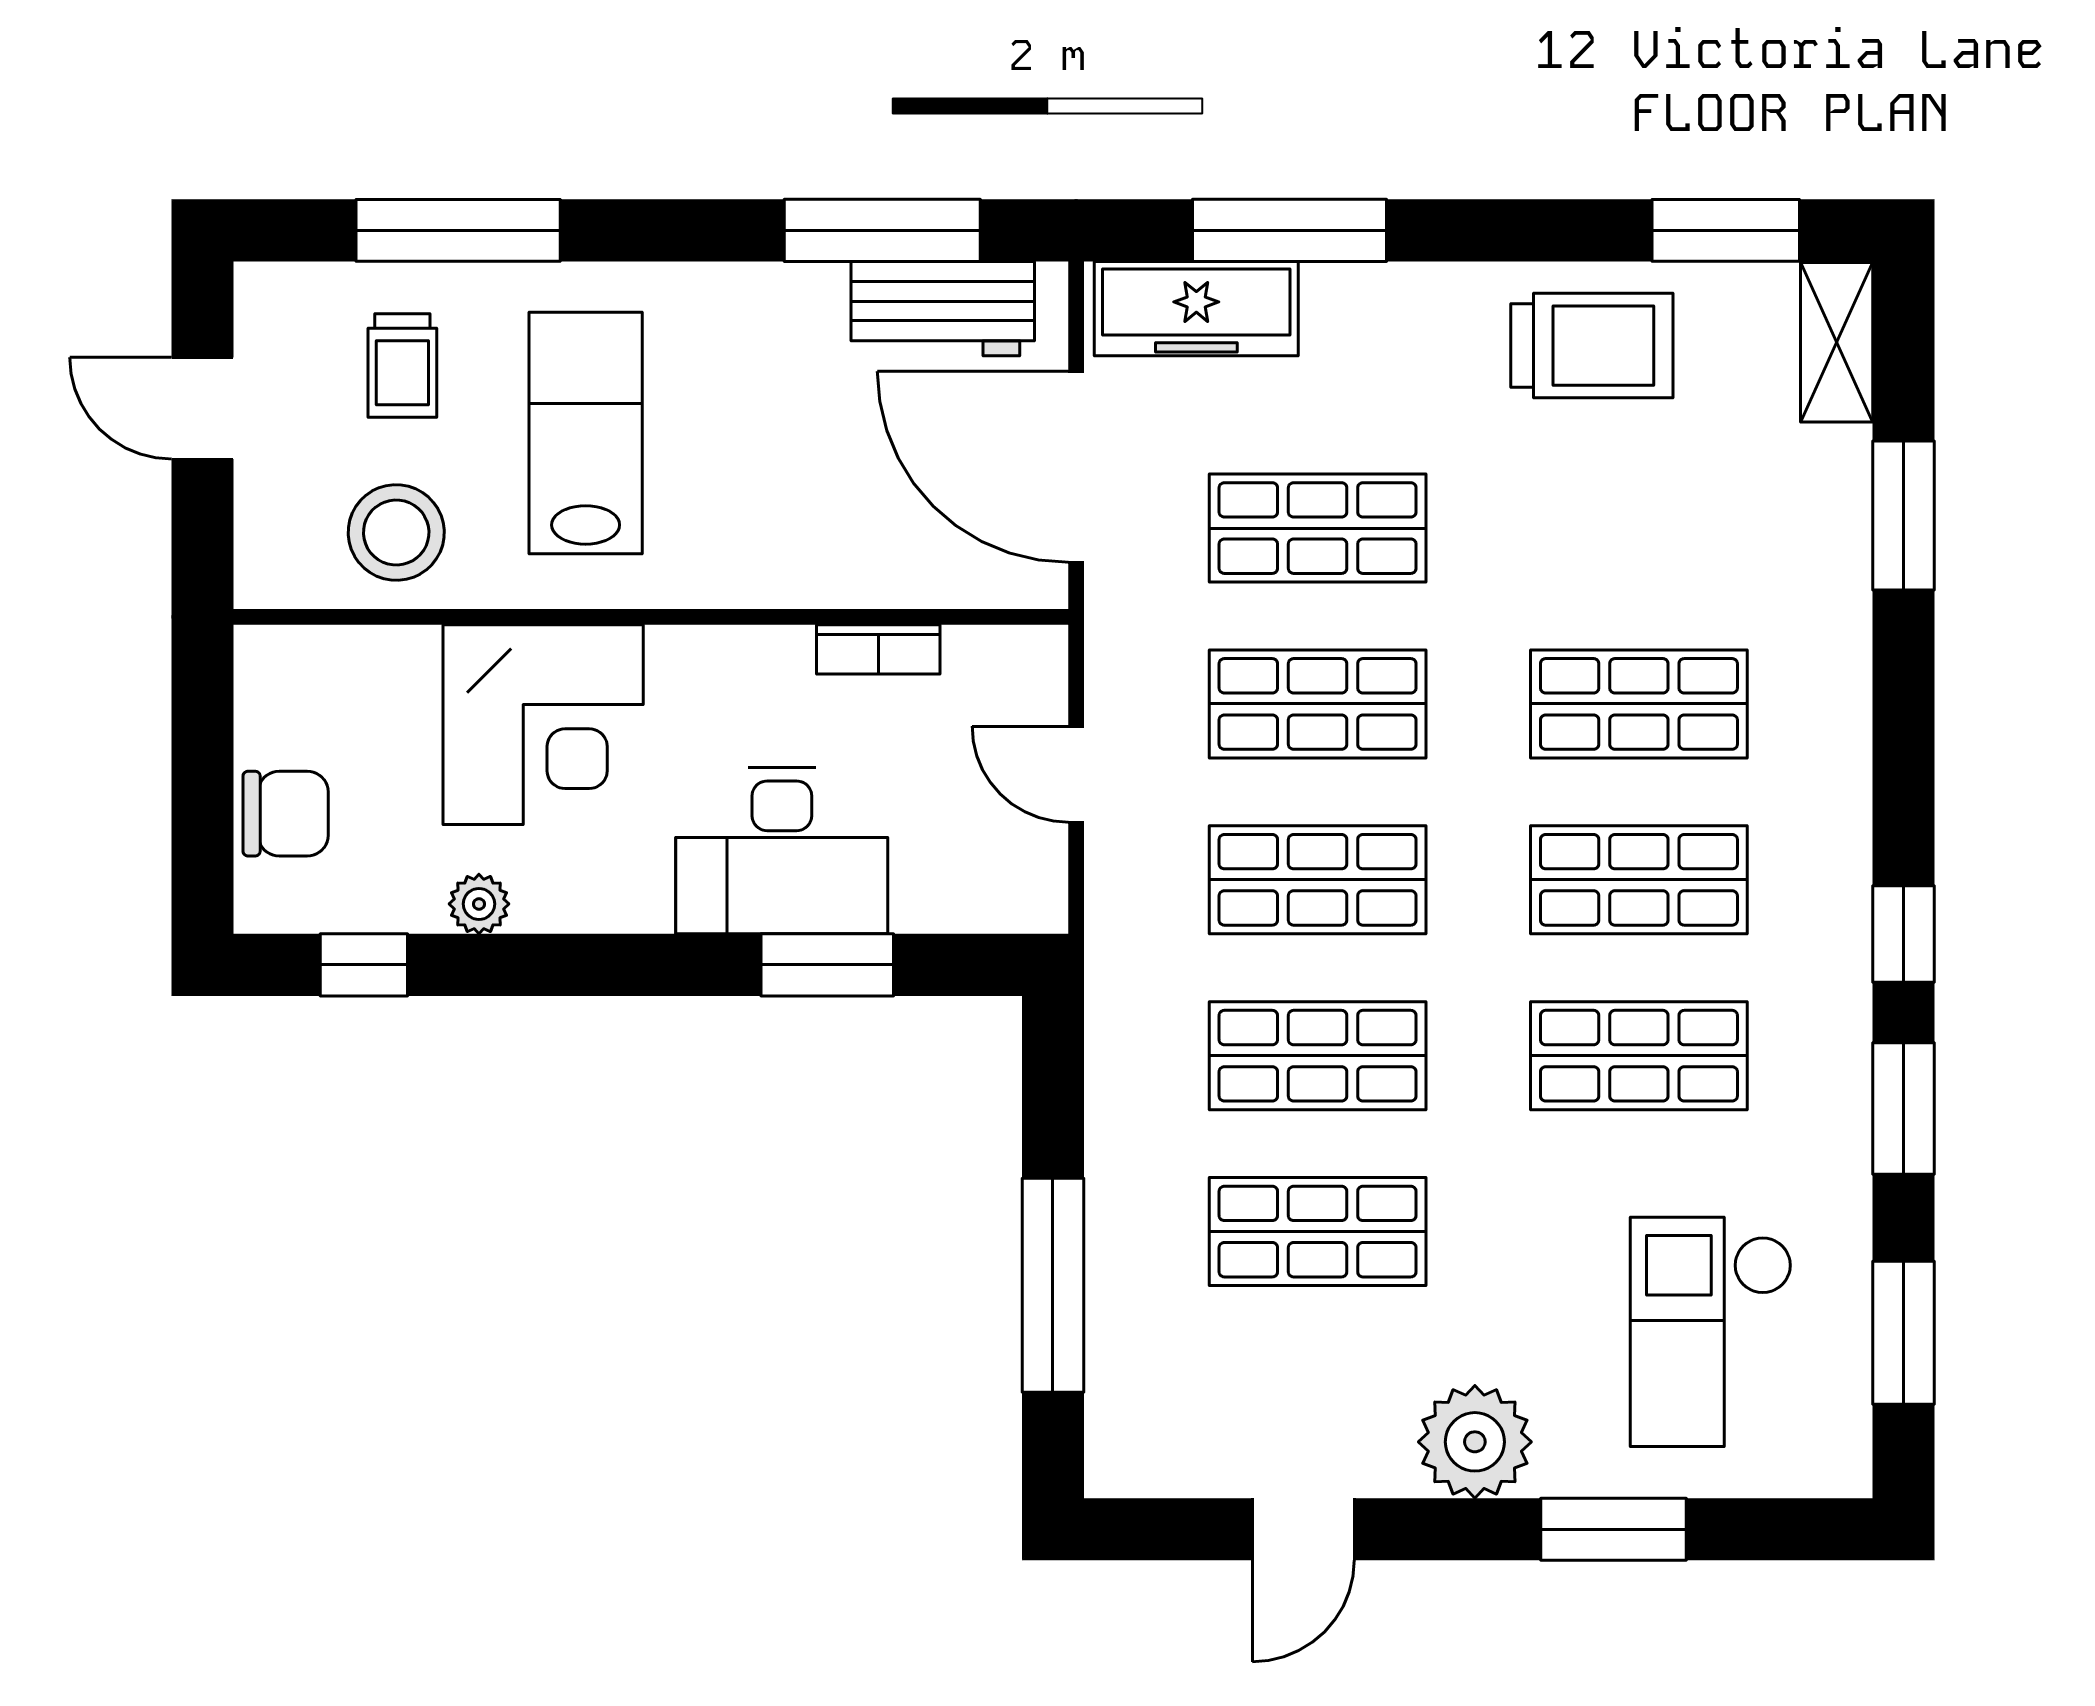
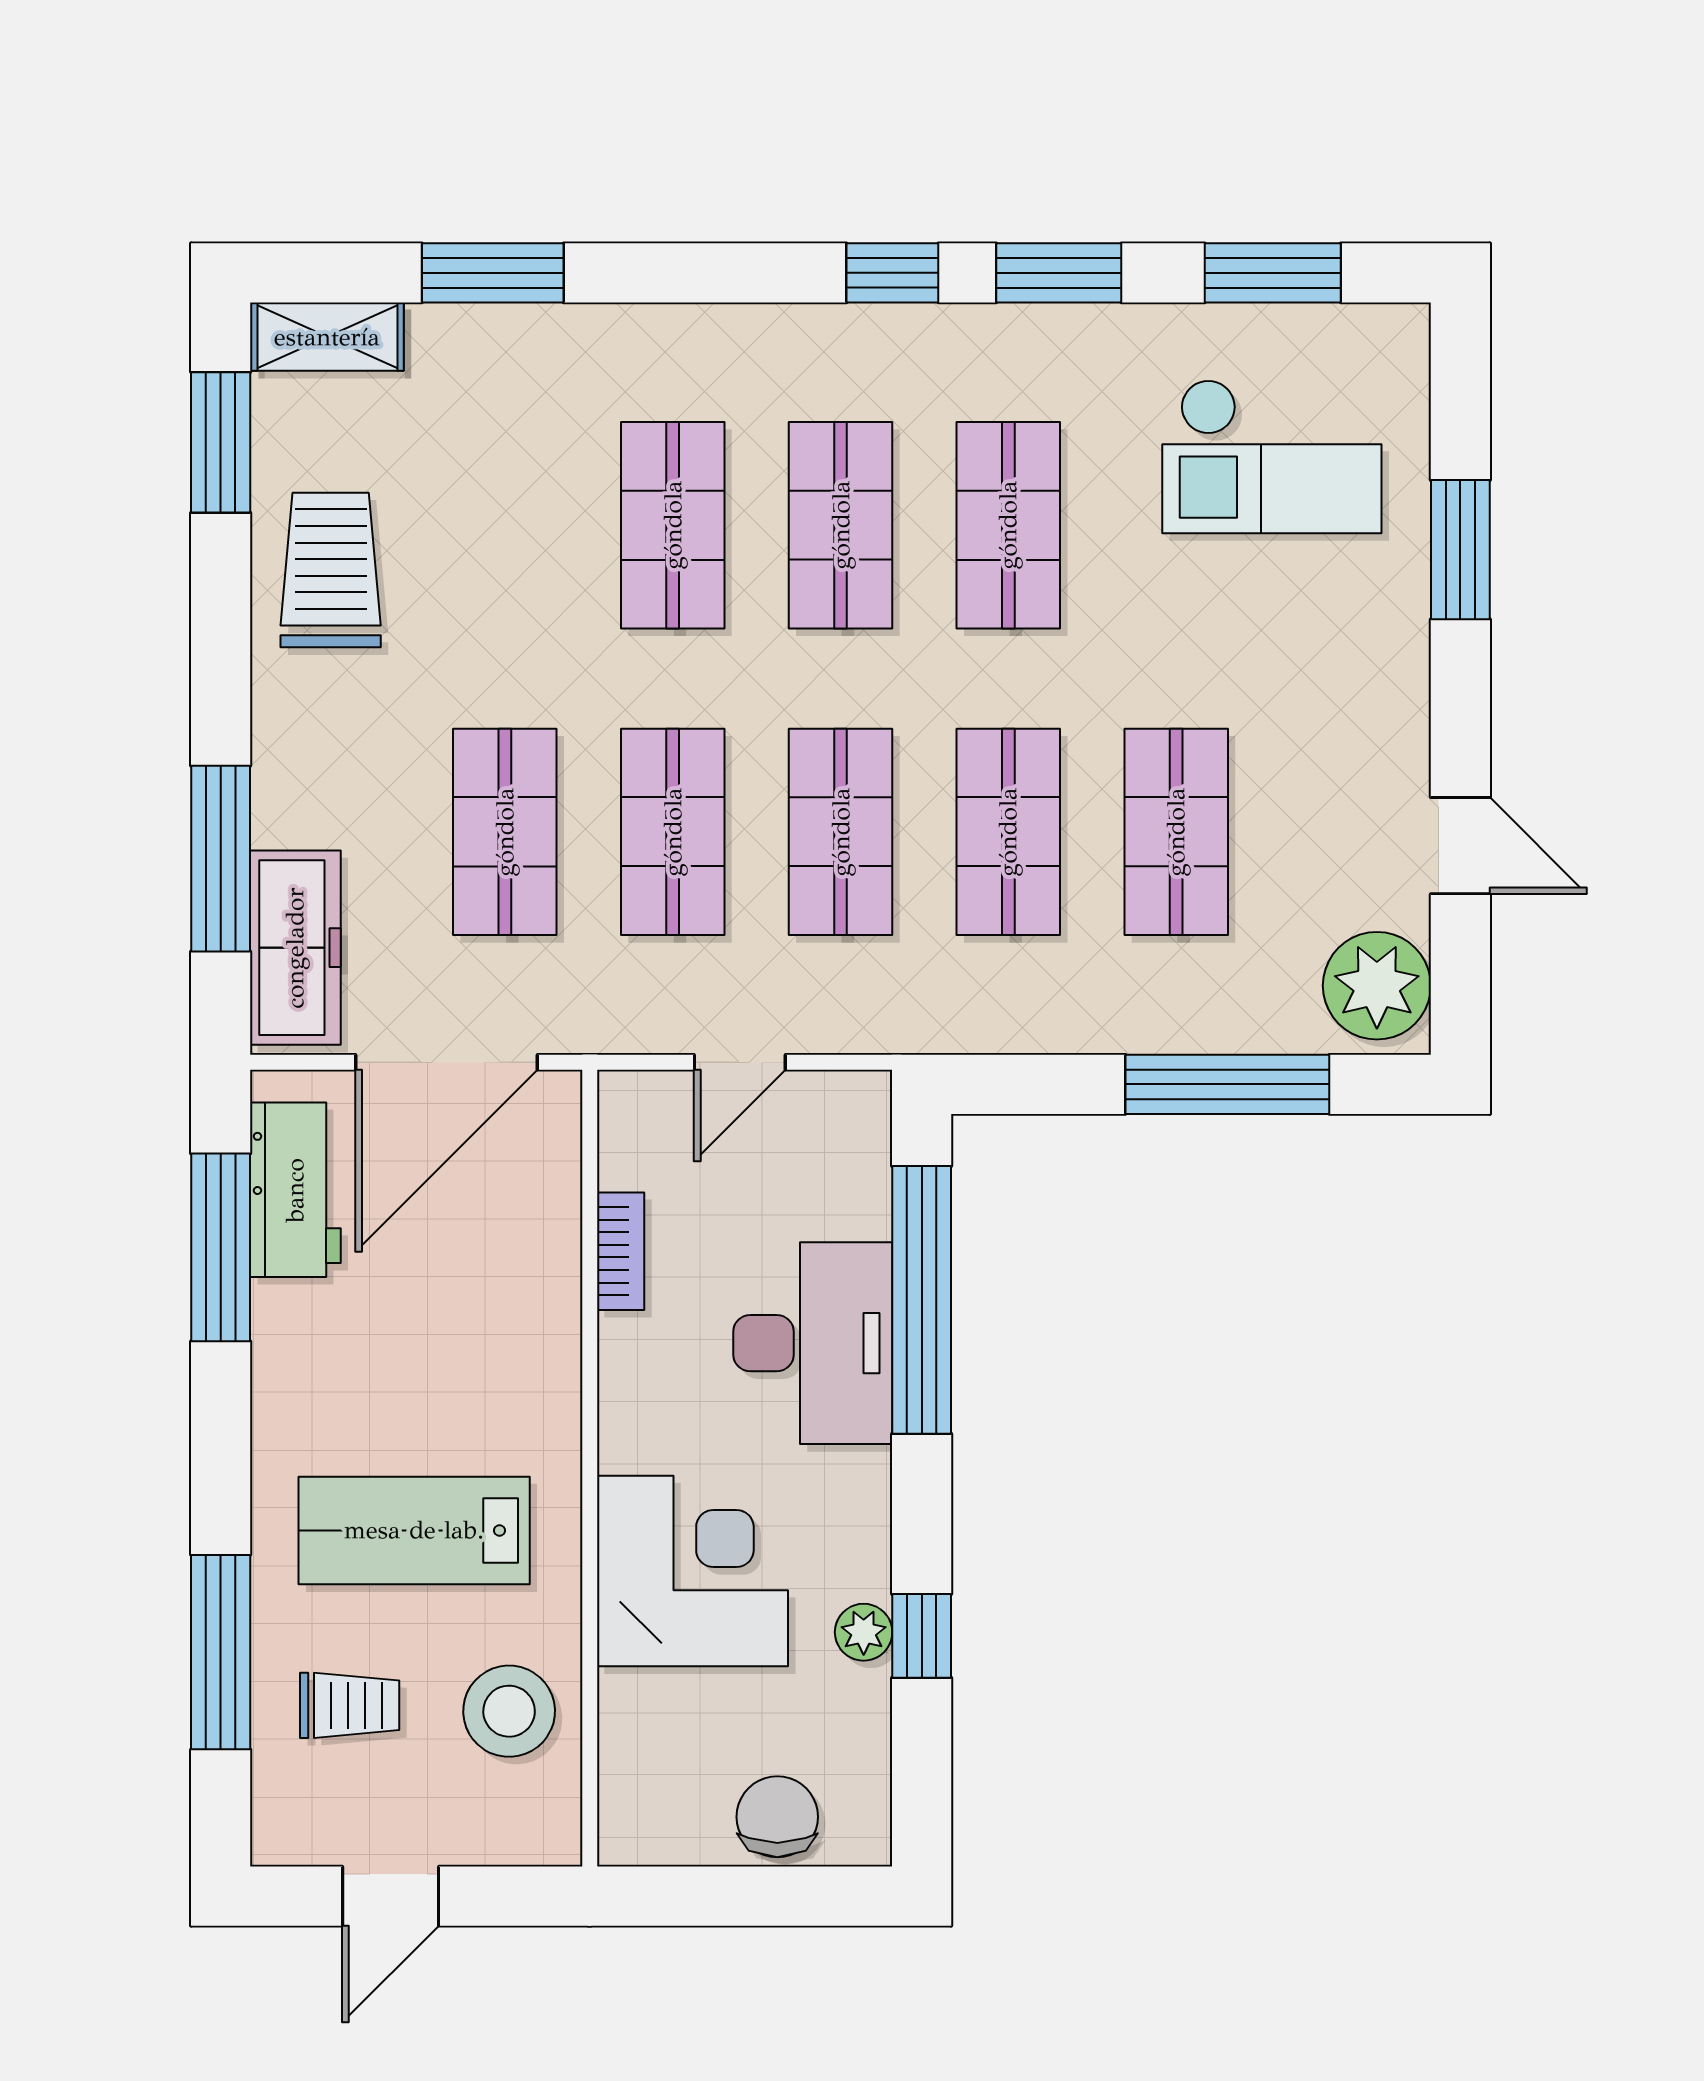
window: (364, 965) -> (922, 1636), moved
window: (827, 965) -> (922, 1300), width x2.11
plant: (1475, 1442) -> (1377, 986), moved

